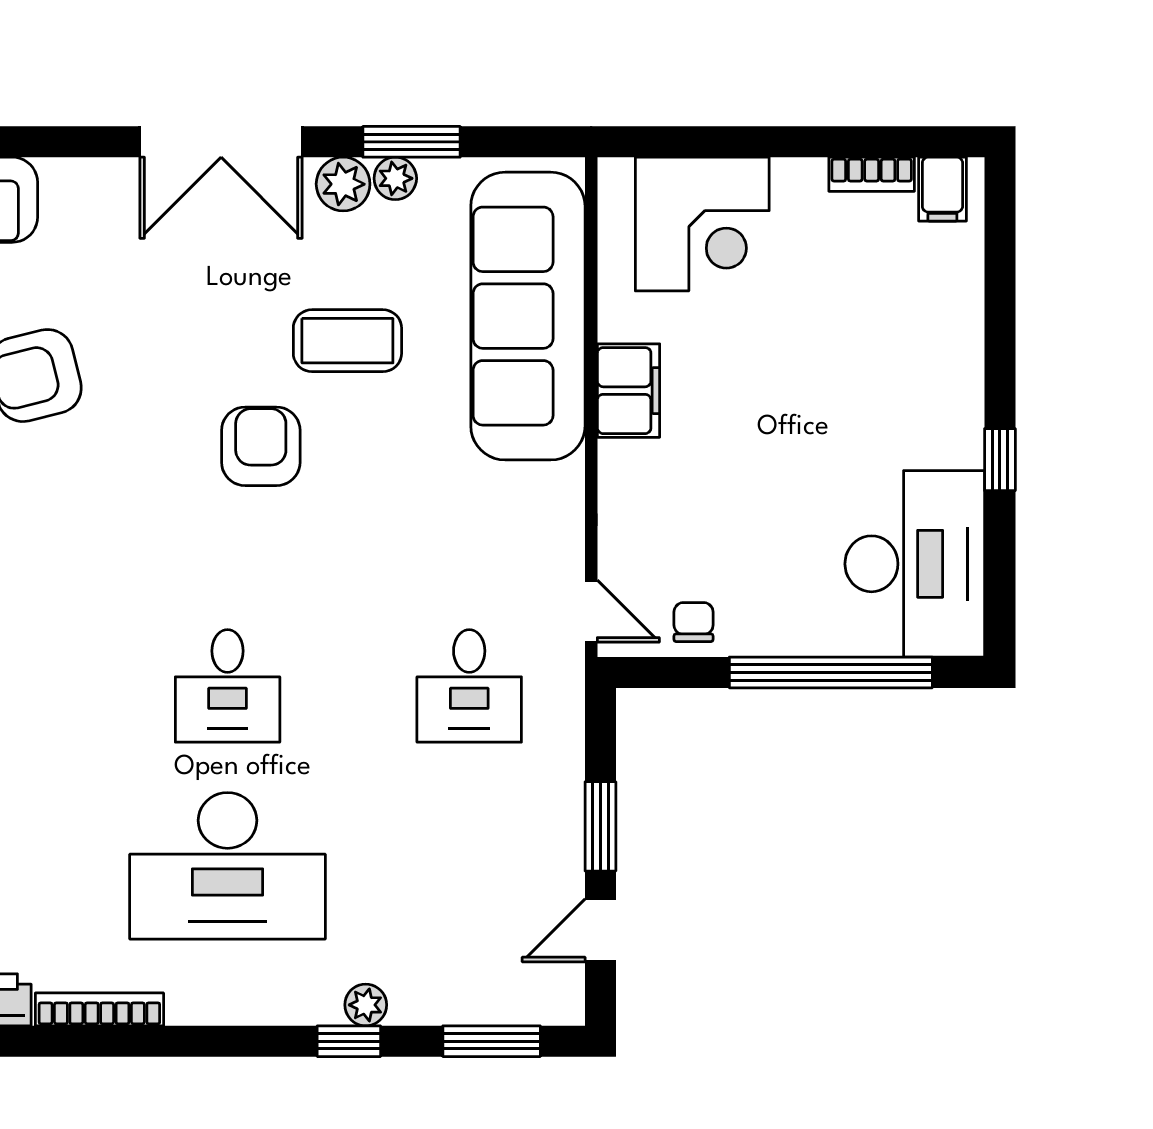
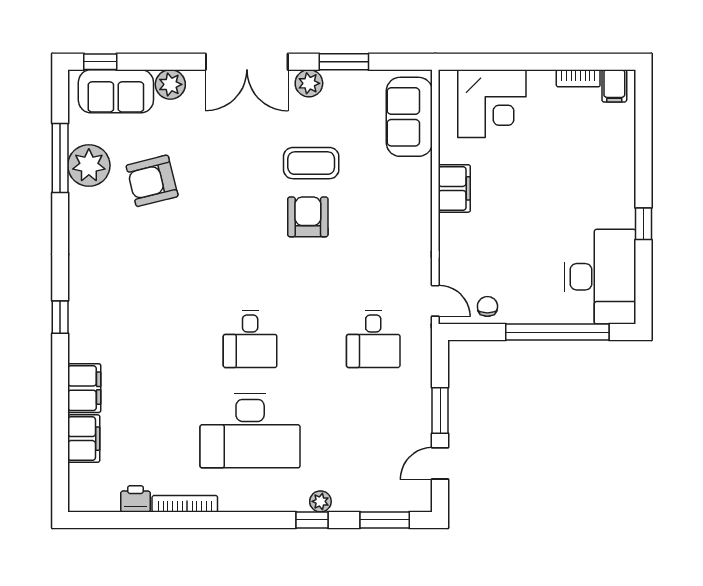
plant: (395, 178) -> (170, 84), moved, width x1.38, depth x1.38
sofa: (528, 316) -> (409, 117), width x0.54, depth x0.79
armchair: (261, 446) -> (308, 217), moved

